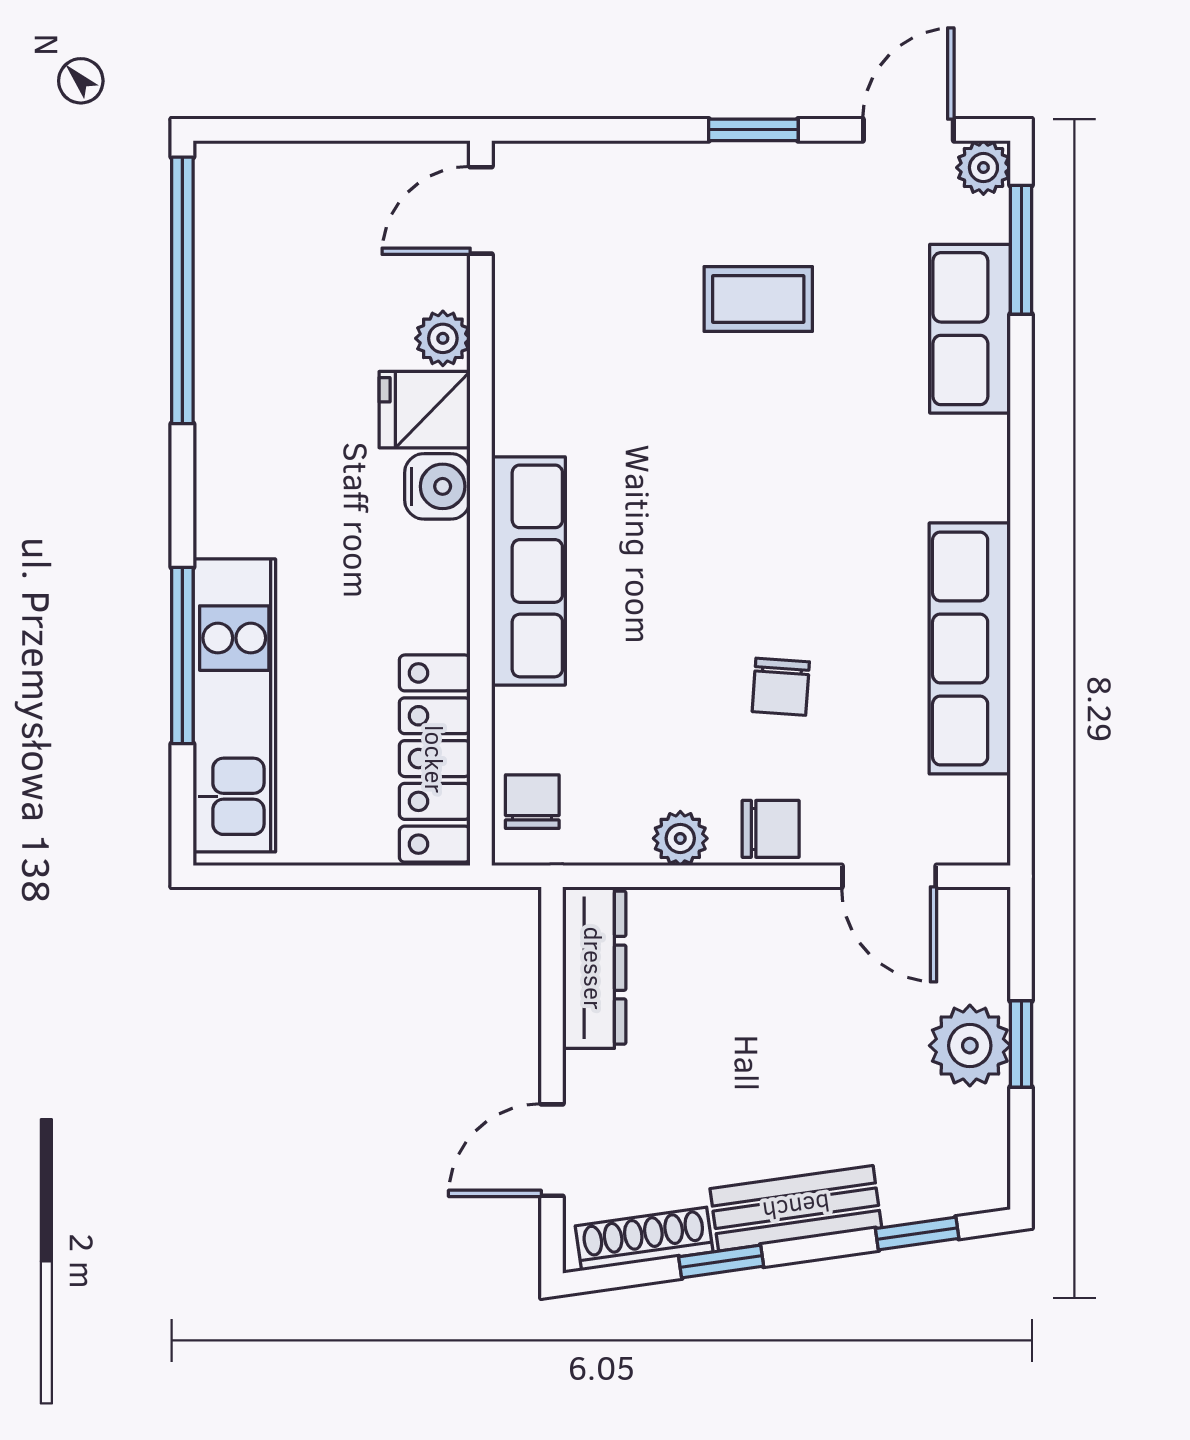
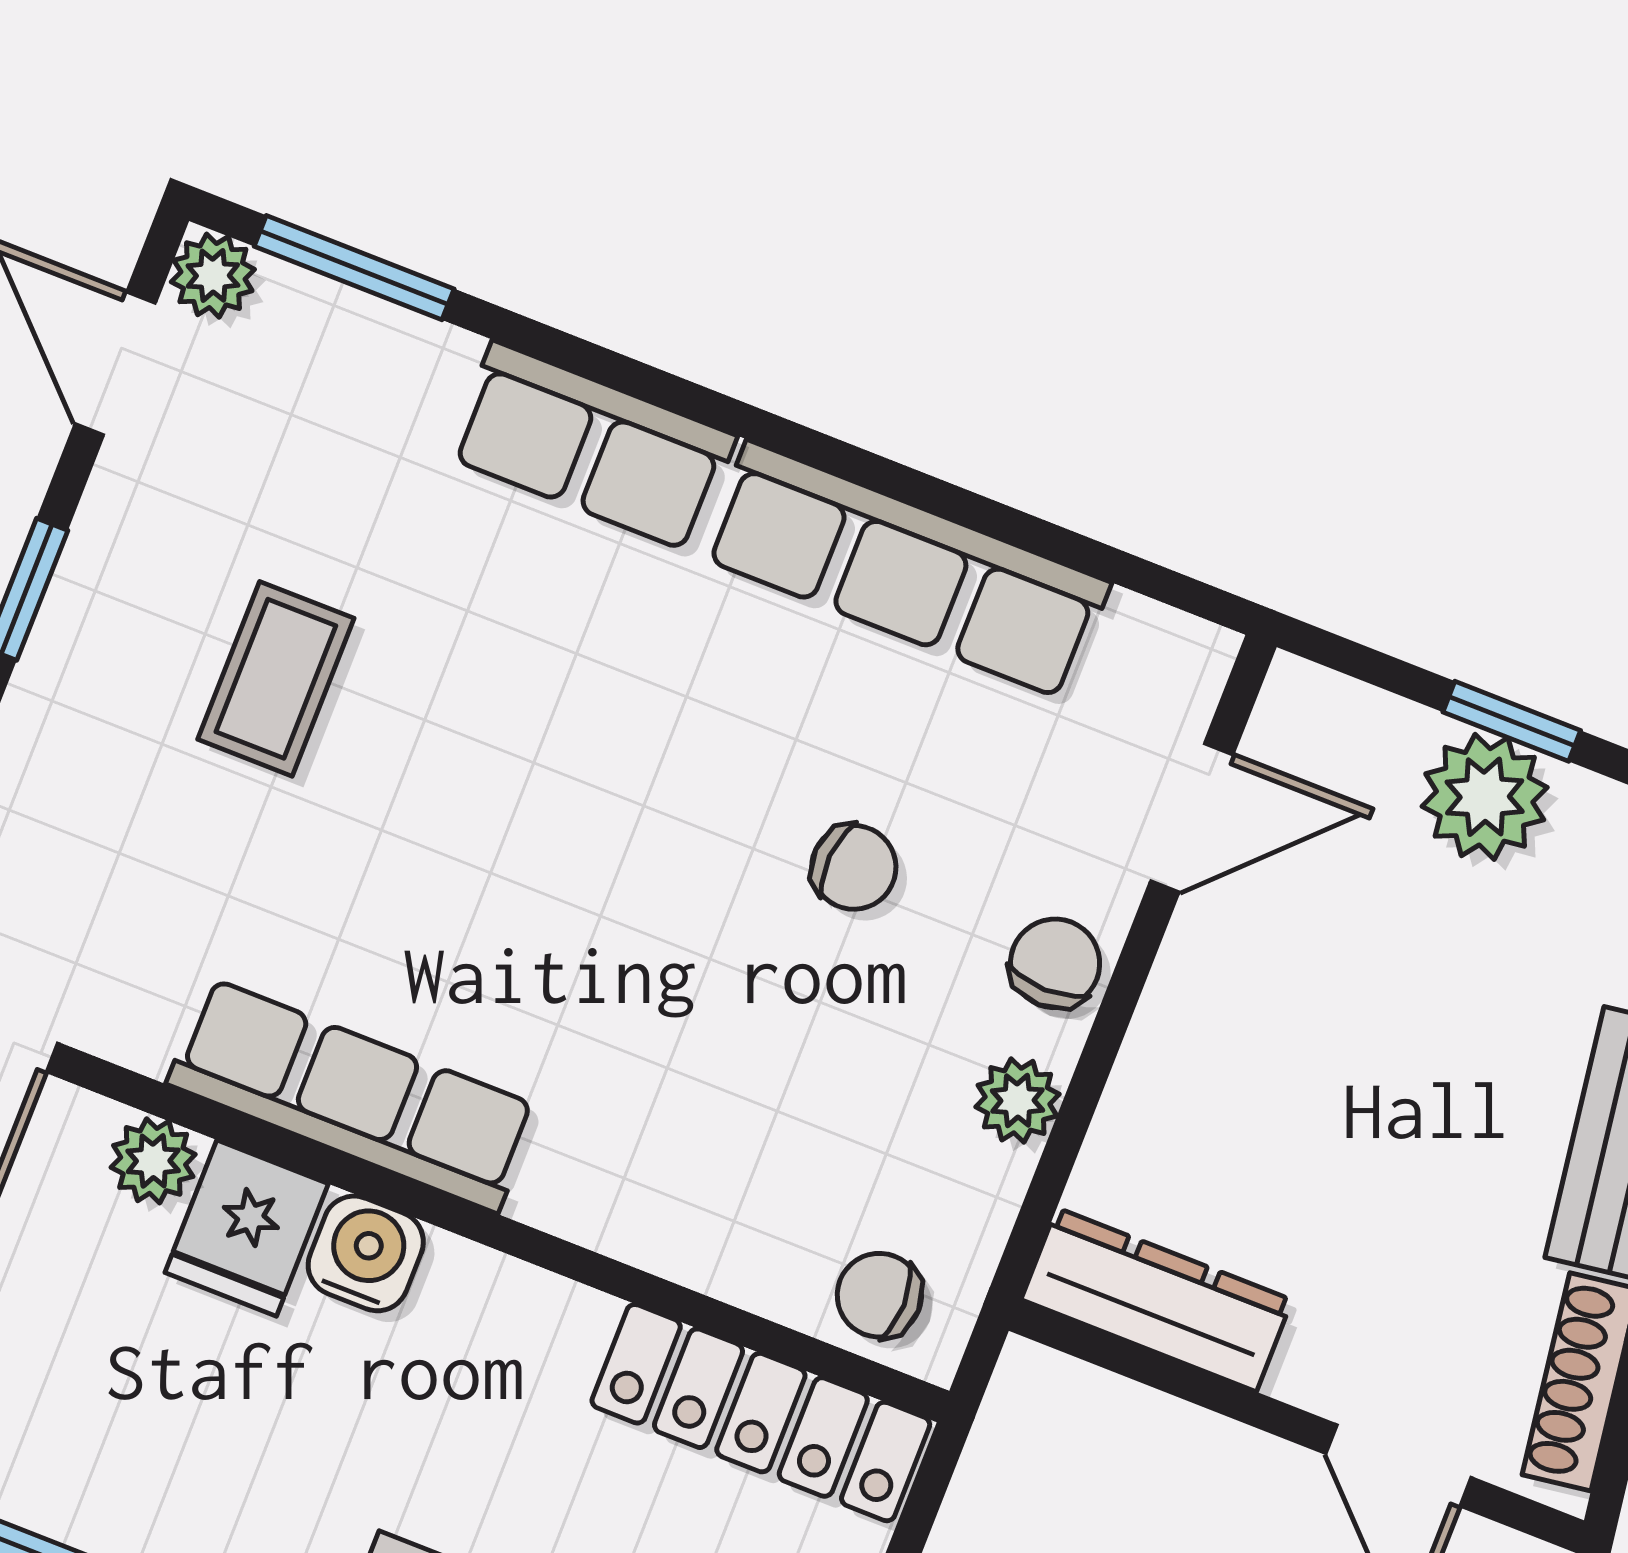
row of seats: (970, 329) -> (592, 447), moved
row of seats: (528, 571) -> (353, 1095), moved

